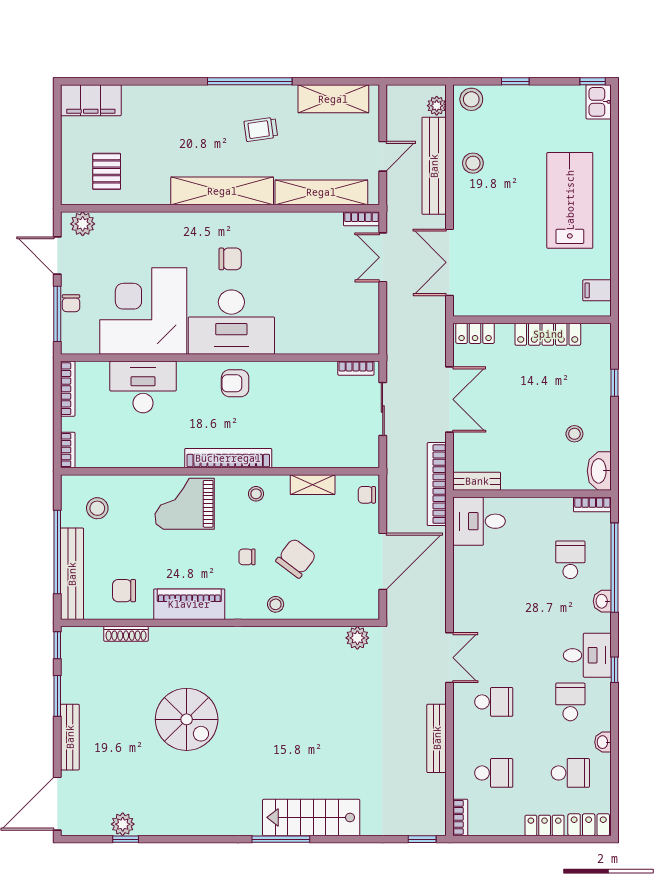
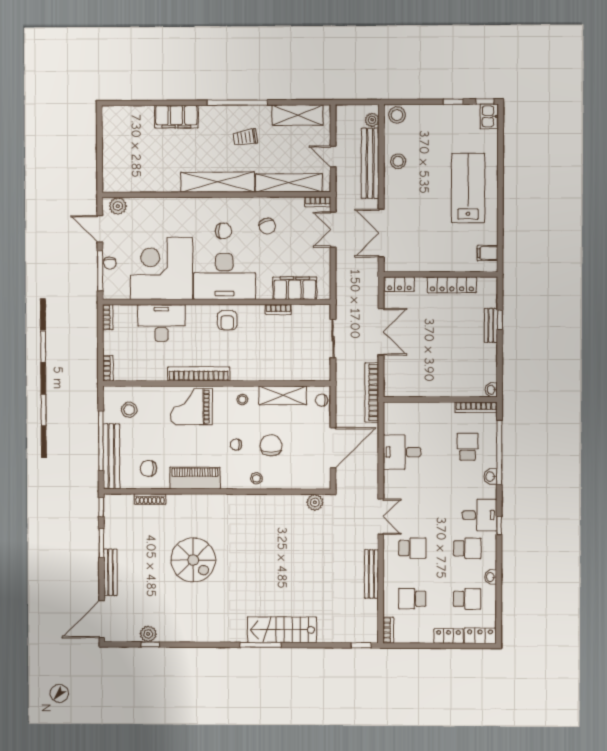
window: (515, 81) -> (453, 102), moved
filing cabinet: (91, 100) -> (176, 117), moved
door: (383, 156) -> (333, 157), swing flipped
pallet: (107, 171) -> (135, 168), removed
chair: (291, 252) -> (267, 226), added
filing cabinet: (329, 339) -> (295, 288), added
bookcase: (356, 368) -> (278, 309), moved
armchair: (235, 383) -> (227, 320), turned -90
bookcase: (68, 389) -> (108, 317), width x0.64
stool: (574, 434) -> (471, 356), removed
bookcase: (228, 458) -> (199, 374), moved
washbasin: (599, 471) -> (491, 390), width x0.52, depth x0.69
bench: (477, 481) -> (491, 325), moved, turned 90
shelving: (313, 485) -> (283, 395), width x1.50, depth x1.33
bookcase: (592, 504) -> (476, 407), width x1.56
desk: (479, 521) -> (402, 452), moved
chair: (296, 558) -> (271, 445), turned -37
school desk: (570, 702) -> (467, 548), turned 90
school desk: (494, 773) -> (412, 599), turned 180

